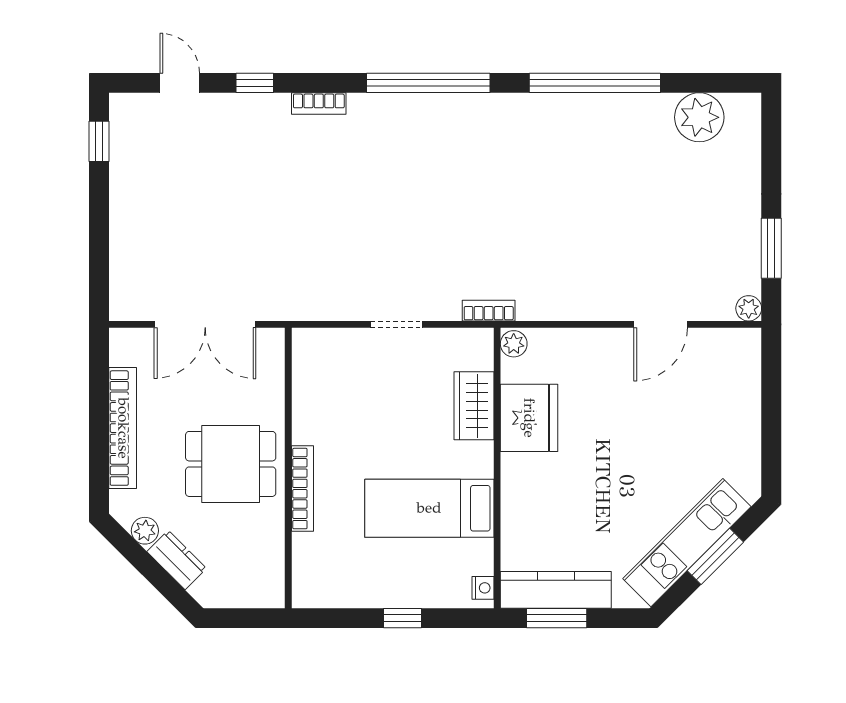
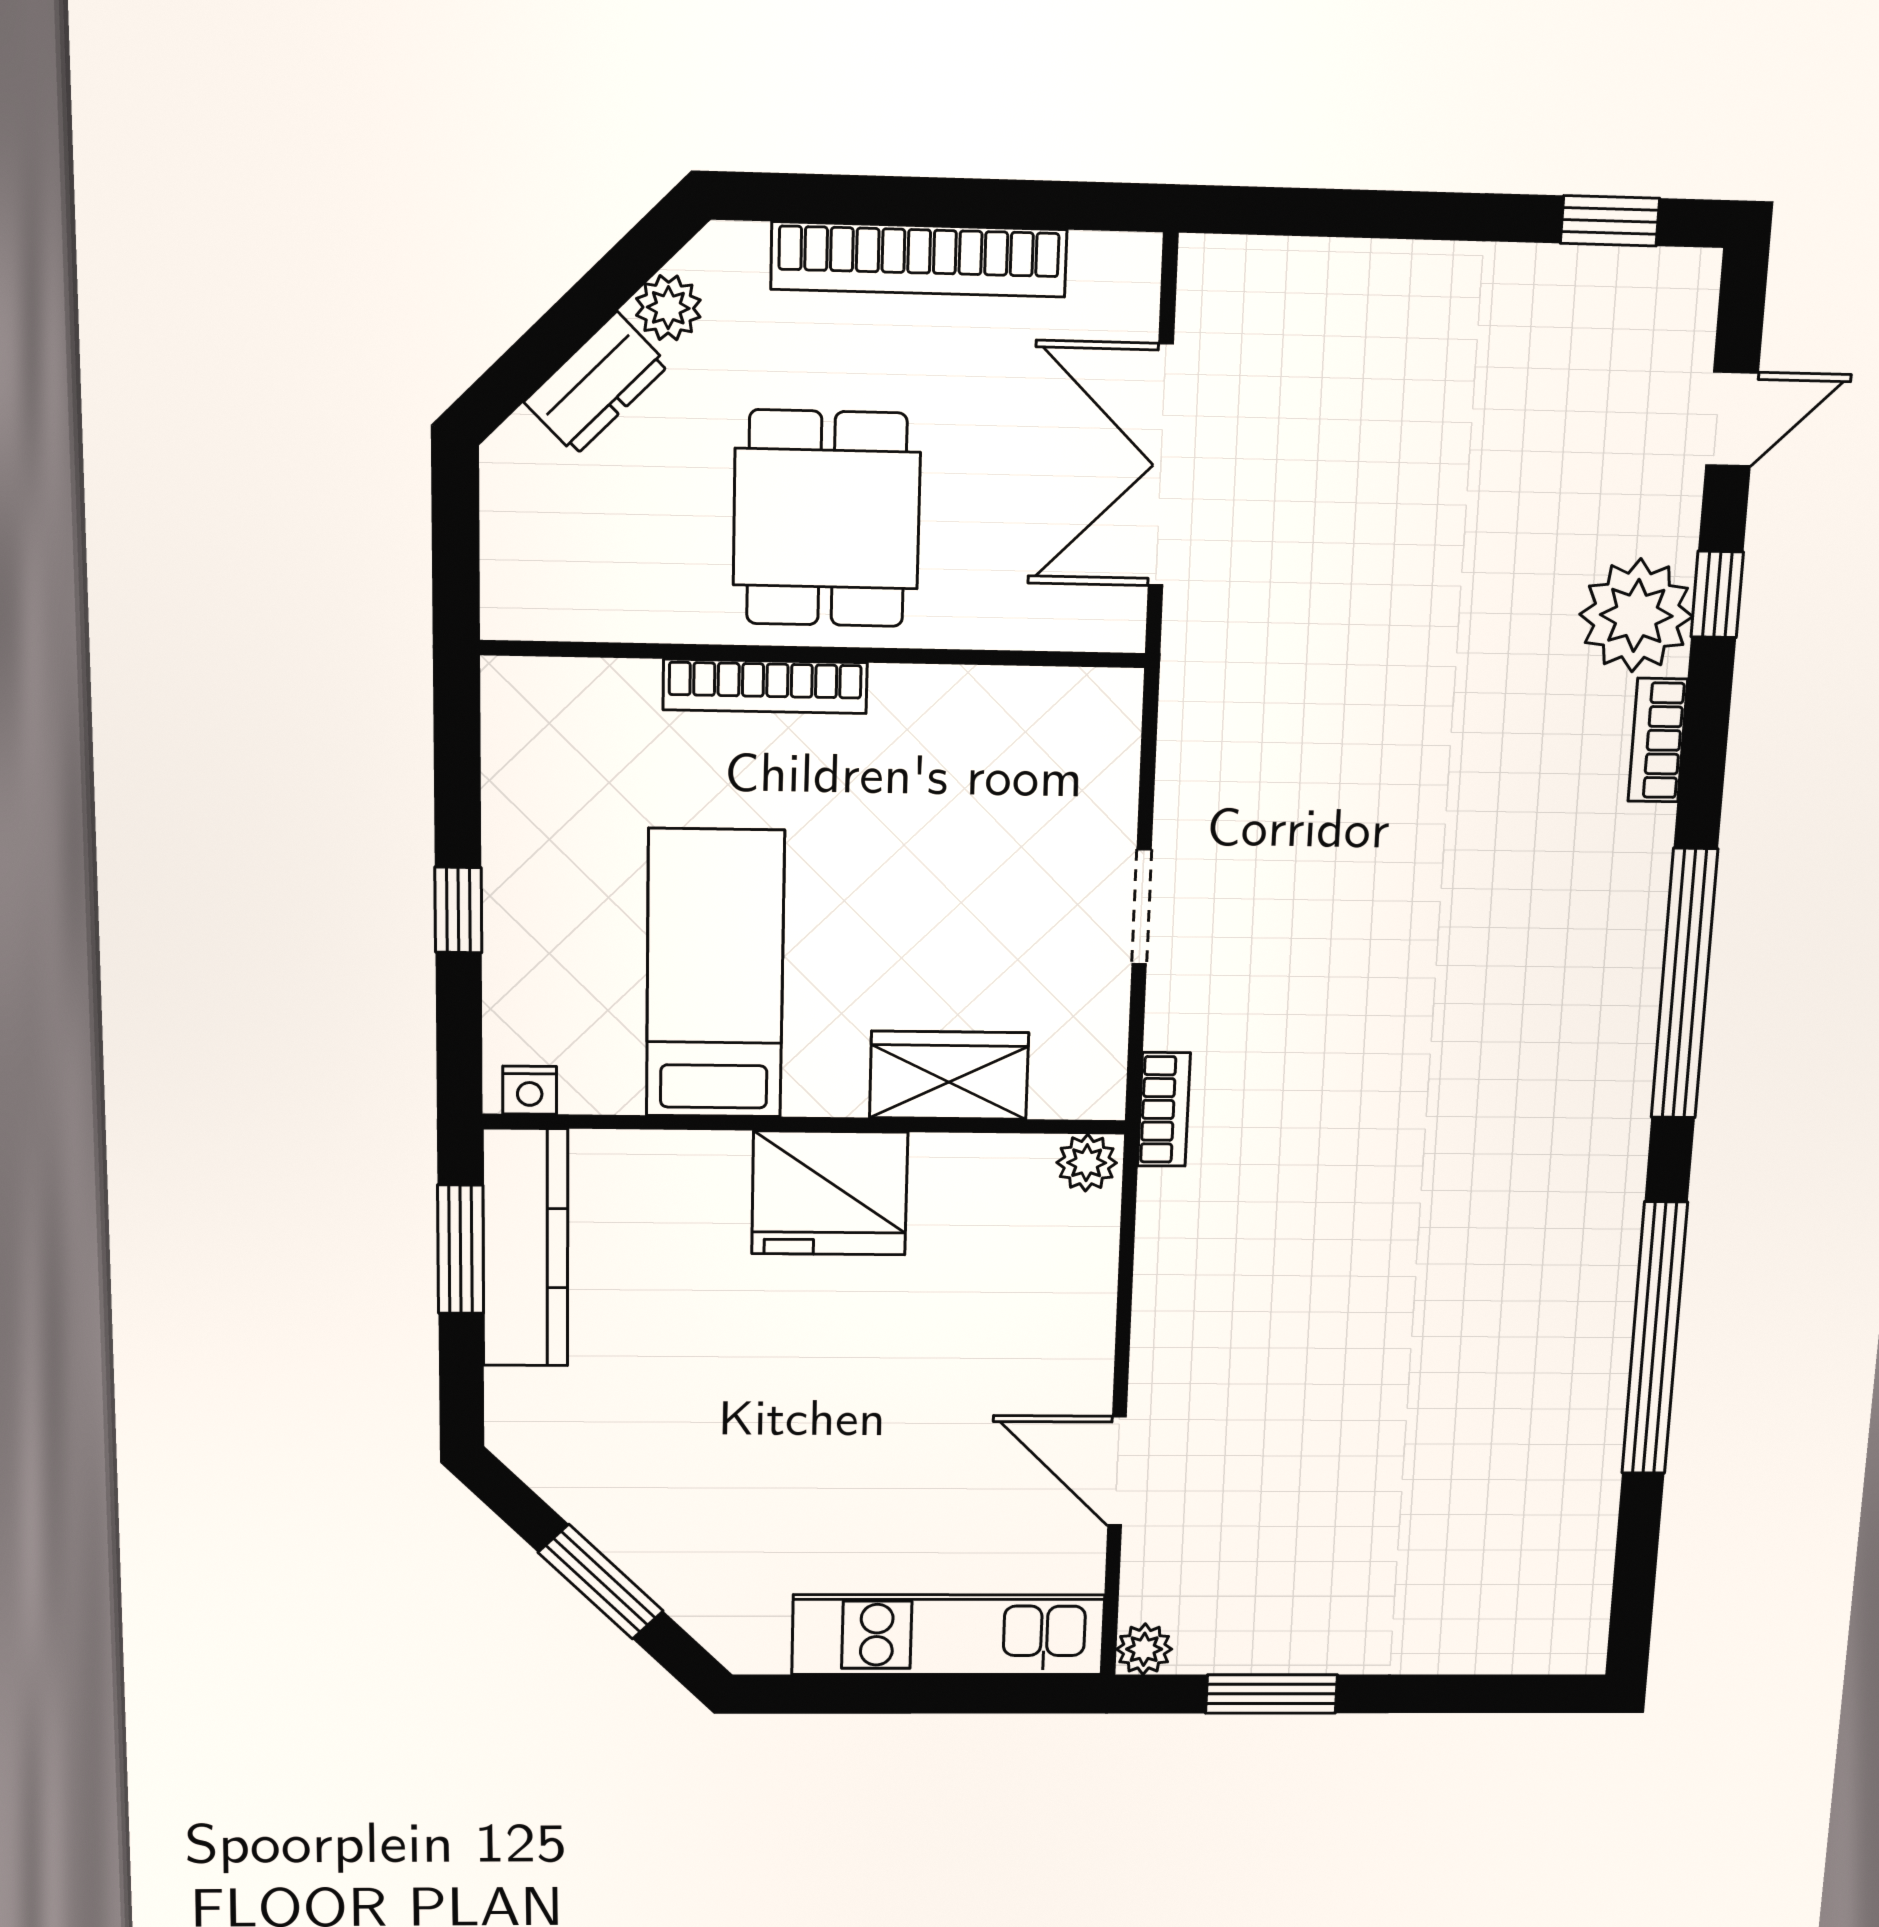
plant: (699, 117) -> (1636, 615), moved
fridge: (529, 418) -> (830, 1193), moved
kitchen unit: (687, 543) -> (948, 1635), moved, turned -45

